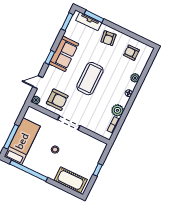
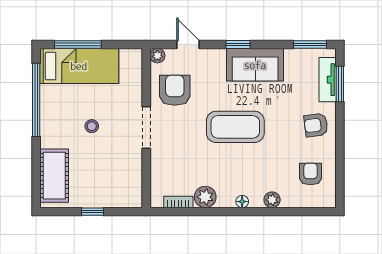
armchair: (57, 100) -> (175, 90), turned 180

